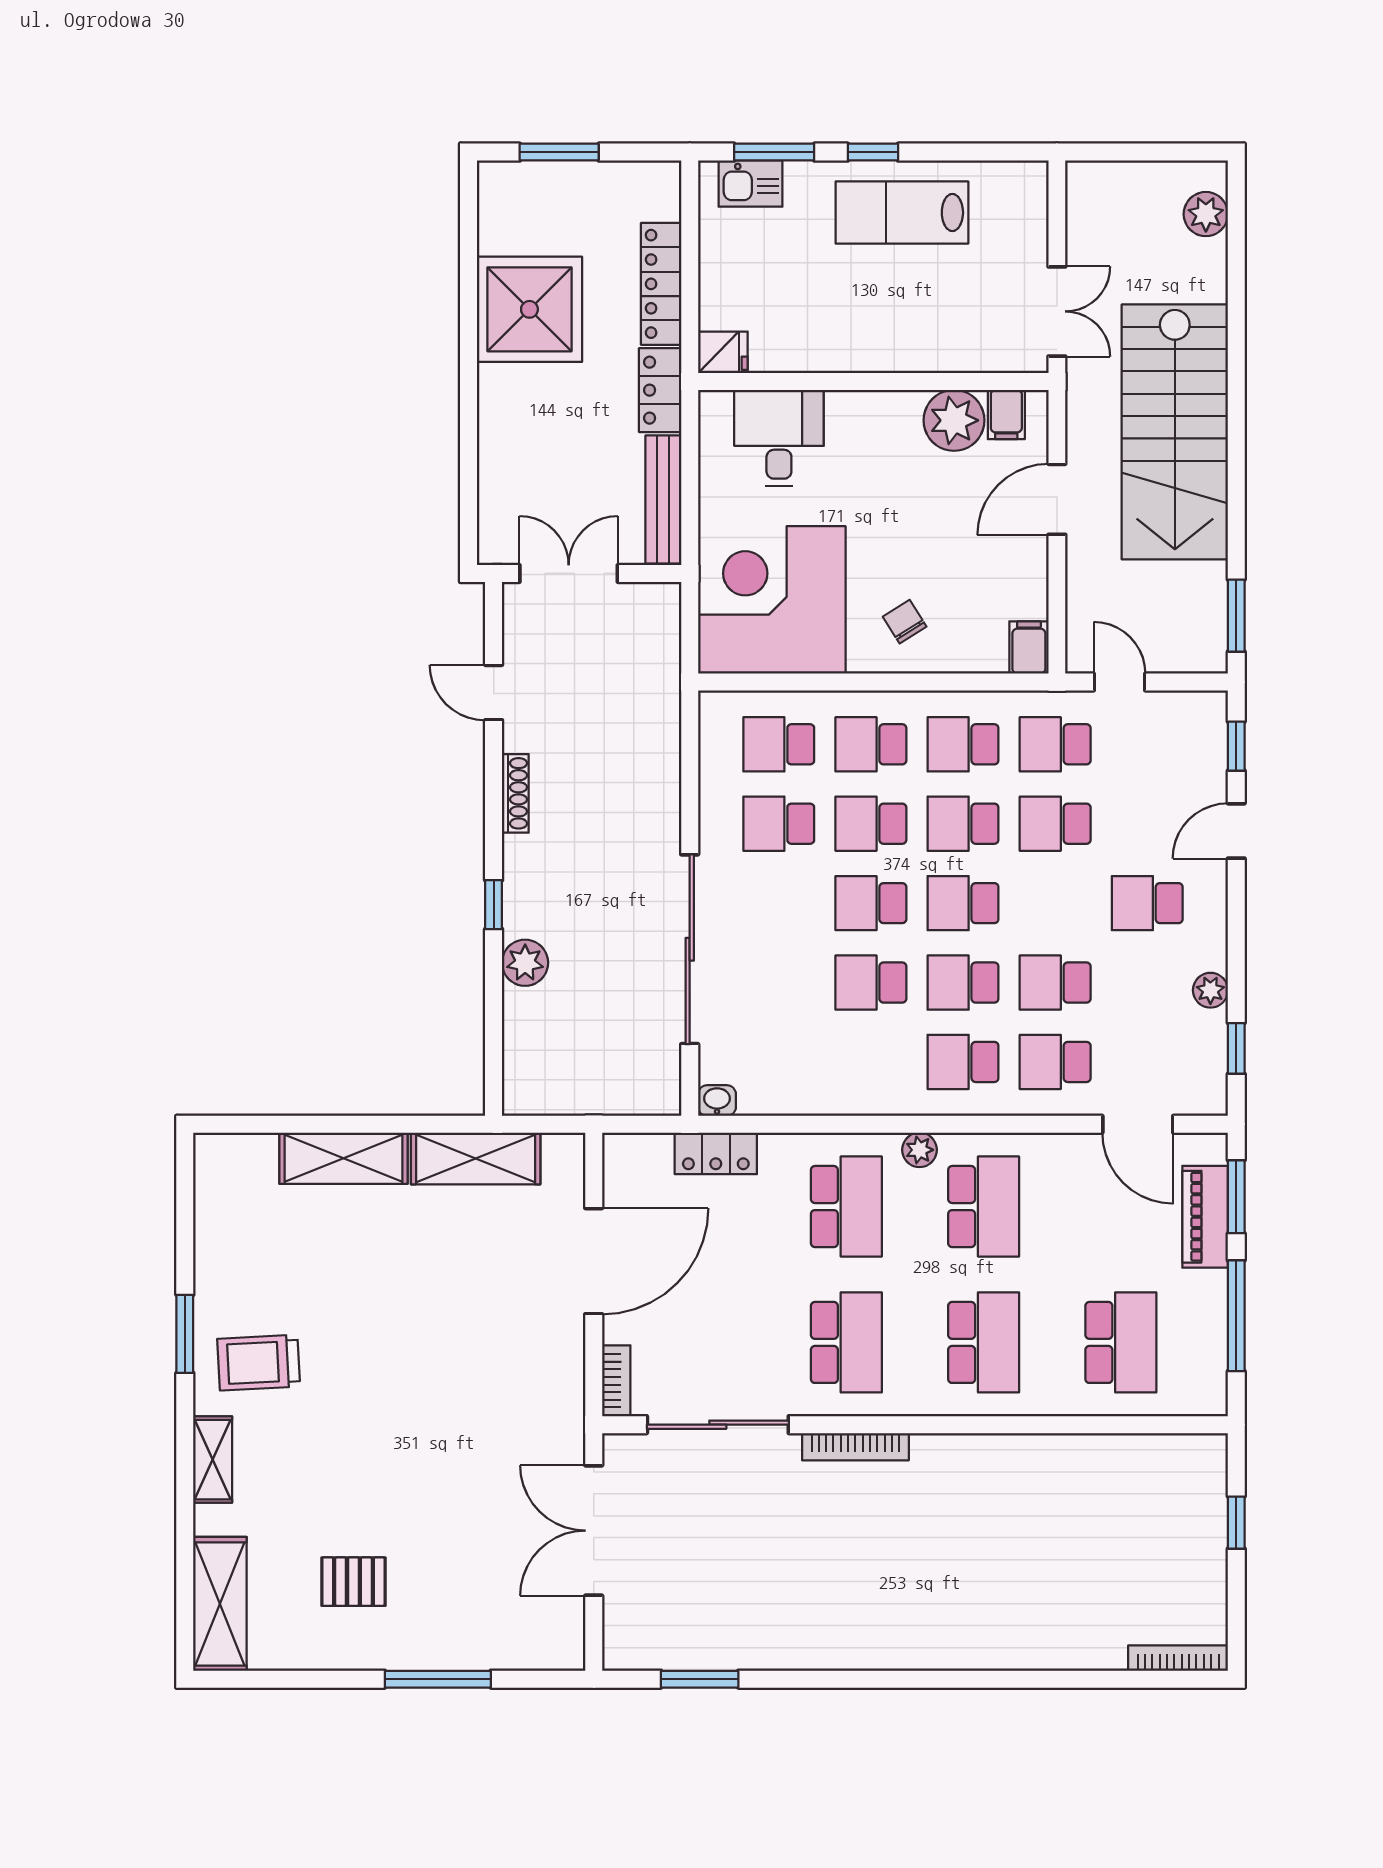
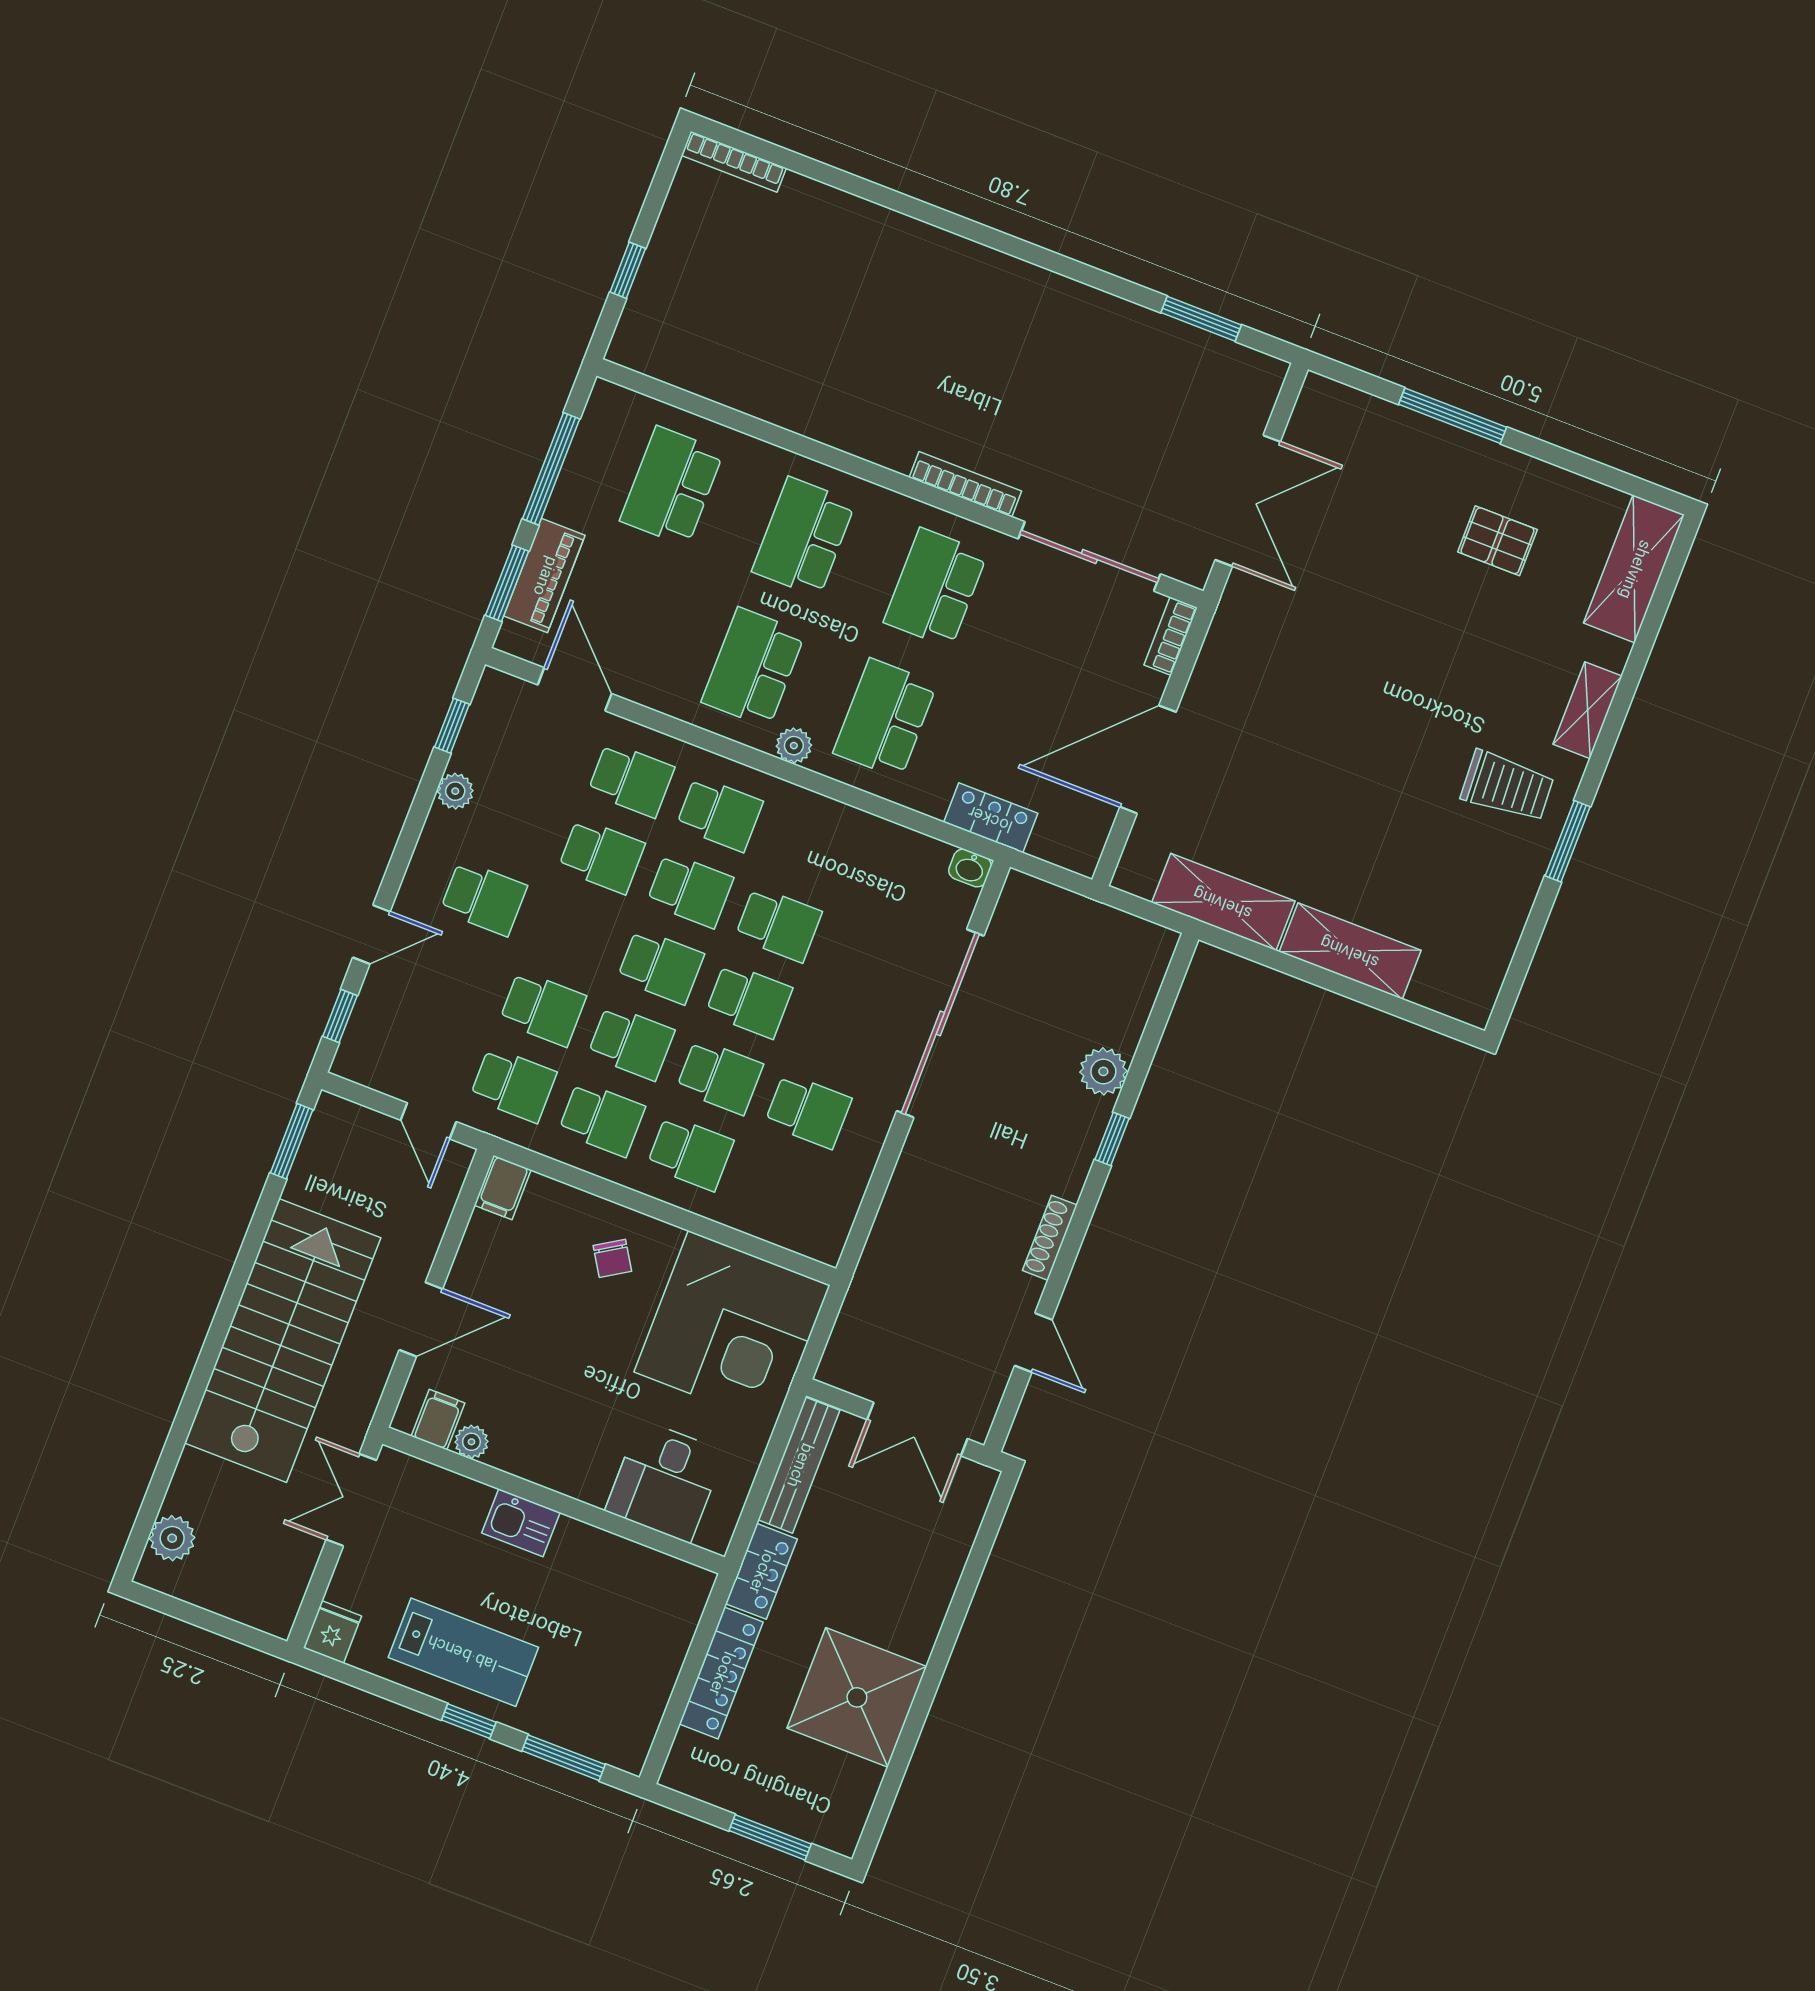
kitchen sink: (751, 184) -> (521, 1523), moved, turned 180
fridge: (723, 352) -> (332, 1632), moved, turned 90
plant: (954, 420) -> (471, 1442), width x0.53, depth x0.53
school desk: (779, 744) -> (779, 1187), removed

